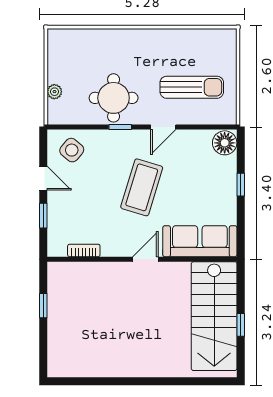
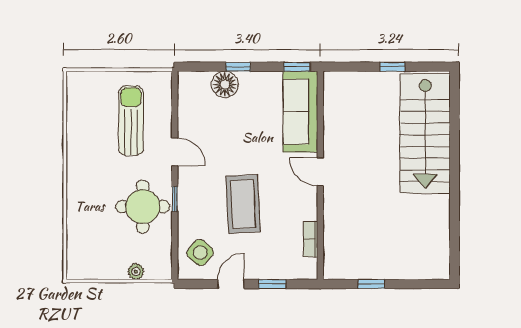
floor lamp: (225, 143) -> (225, 84), moved
coffee table: (142, 187) -> (243, 204), moved, turned 70
window: (241, 238) -> (297, 67), added
stairs: (214, 316) -> (425, 133), moved, turned 90

